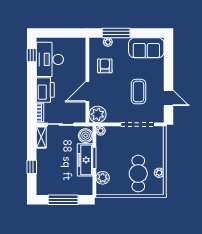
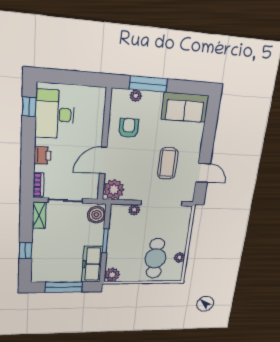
printer: (45, 90) -> (43, 155), width x0.53, depth x0.68
plant: (101, 131) -> (134, 210), moved
freezer: (85, 160) -> (92, 264), moved
plant: (103, 178) -> (112, 275), moved

